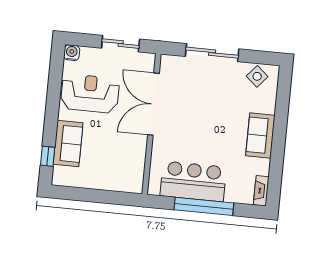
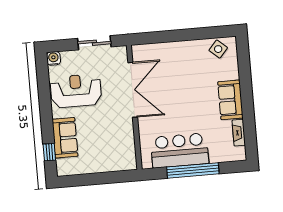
sliding door: (212, 53) -> (175, 36), removed
double door: (153, 104) -> (133, 90), swing flipped
fireplace: (261, 191) -> (239, 133), moved

